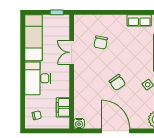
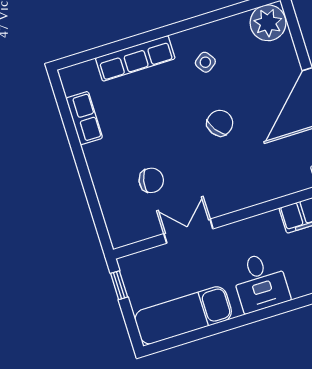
double door: (72, 52) -> (188, 231), swing flipped
desk: (38, 78) -> (260, 282), width x0.73

